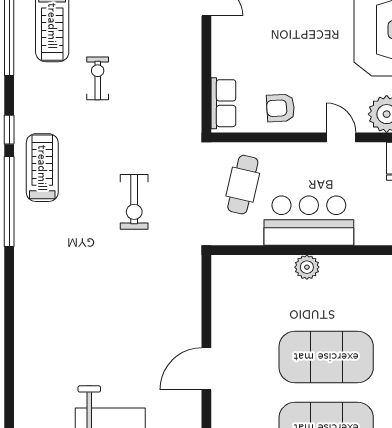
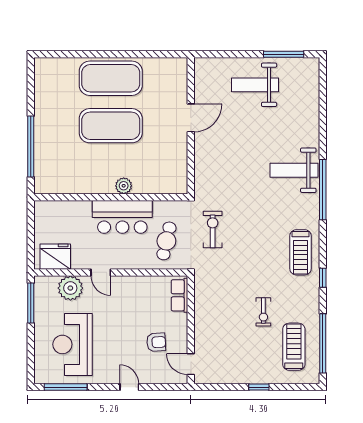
armchair: (280, 108) -> (156, 342), moved
window: (9, 202) -> (323, 190), moved
exercise bike: (134, 202) -> (213, 230), moved
weight bench: (52, 290) -> (294, 170), added

